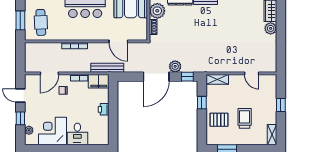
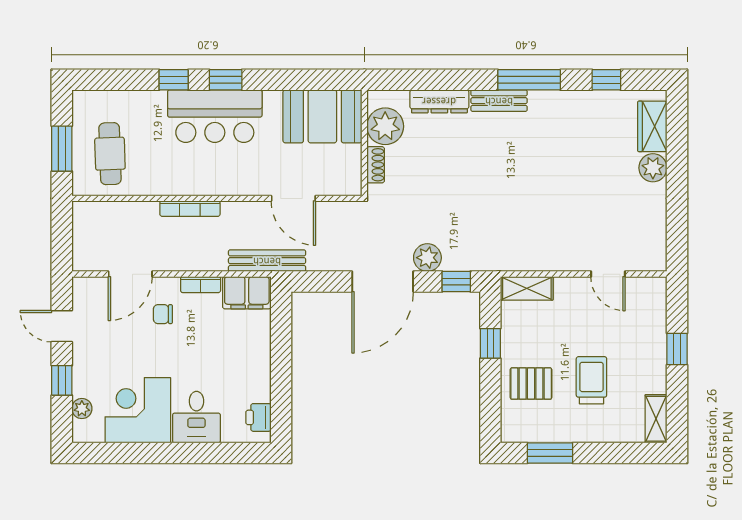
printer: (104, 109) -> (258, 417), moved

